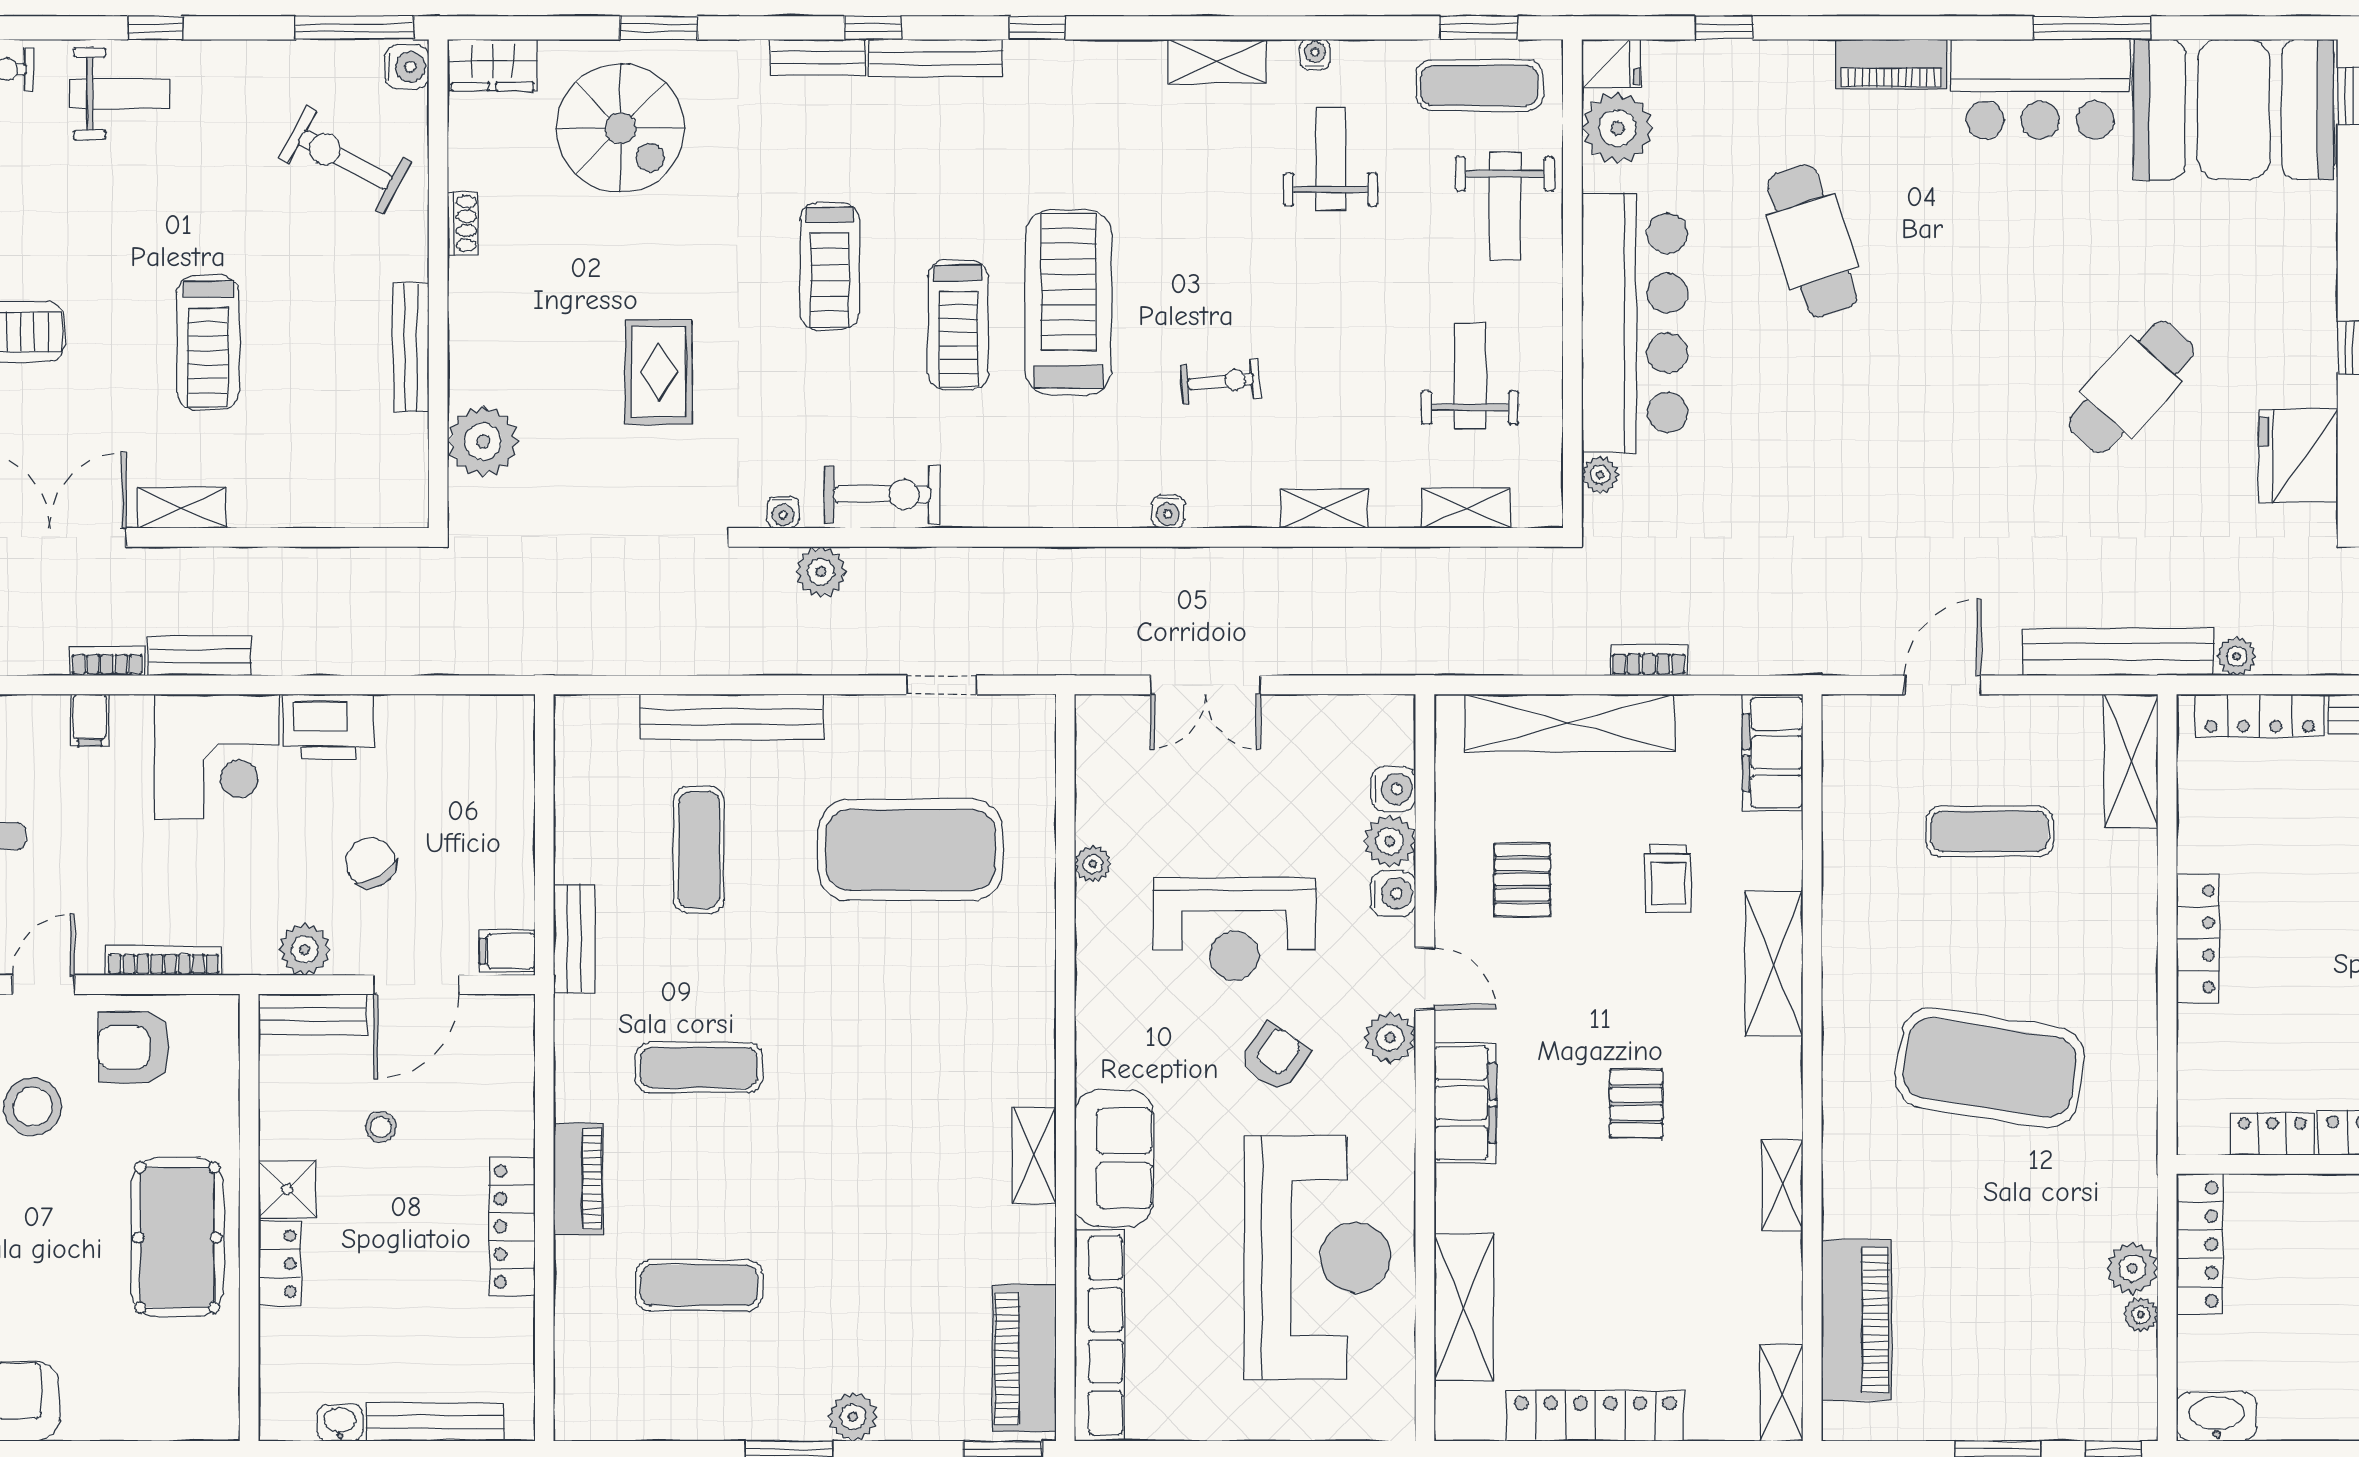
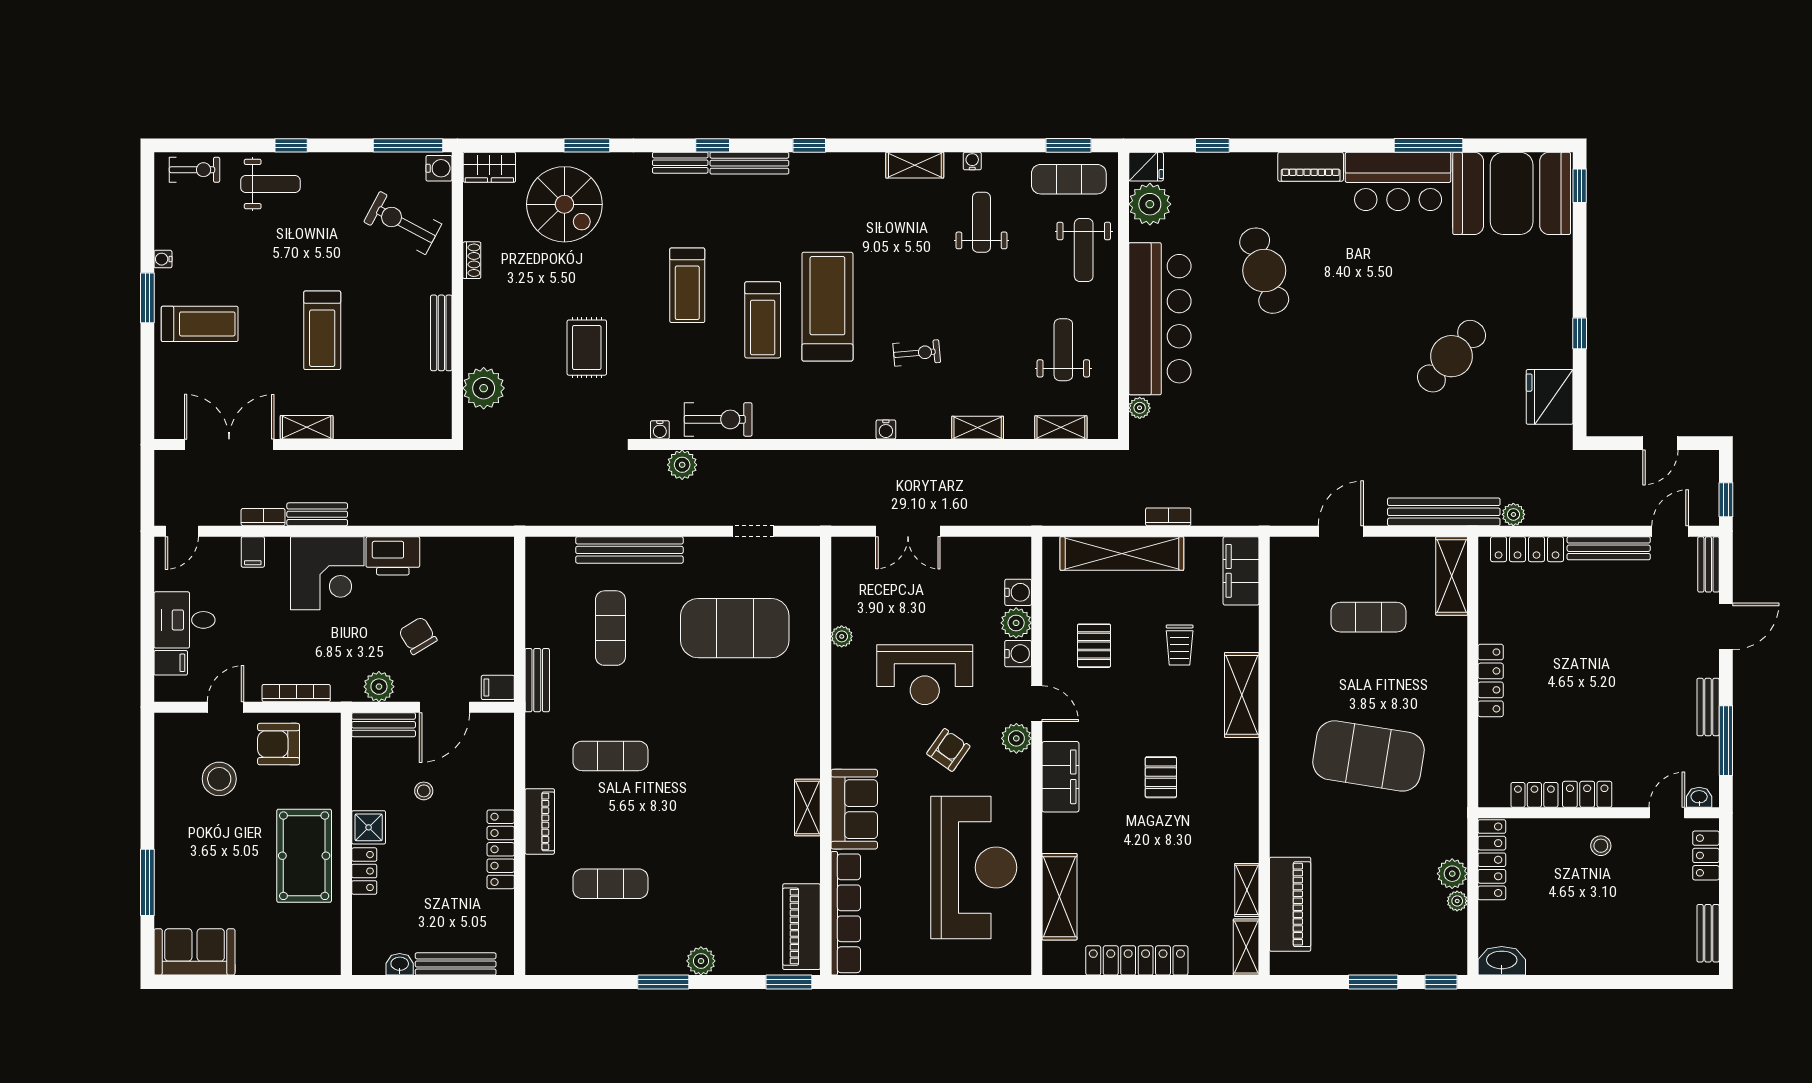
shelving: (1783, 1185) -> (1247, 890), moved

